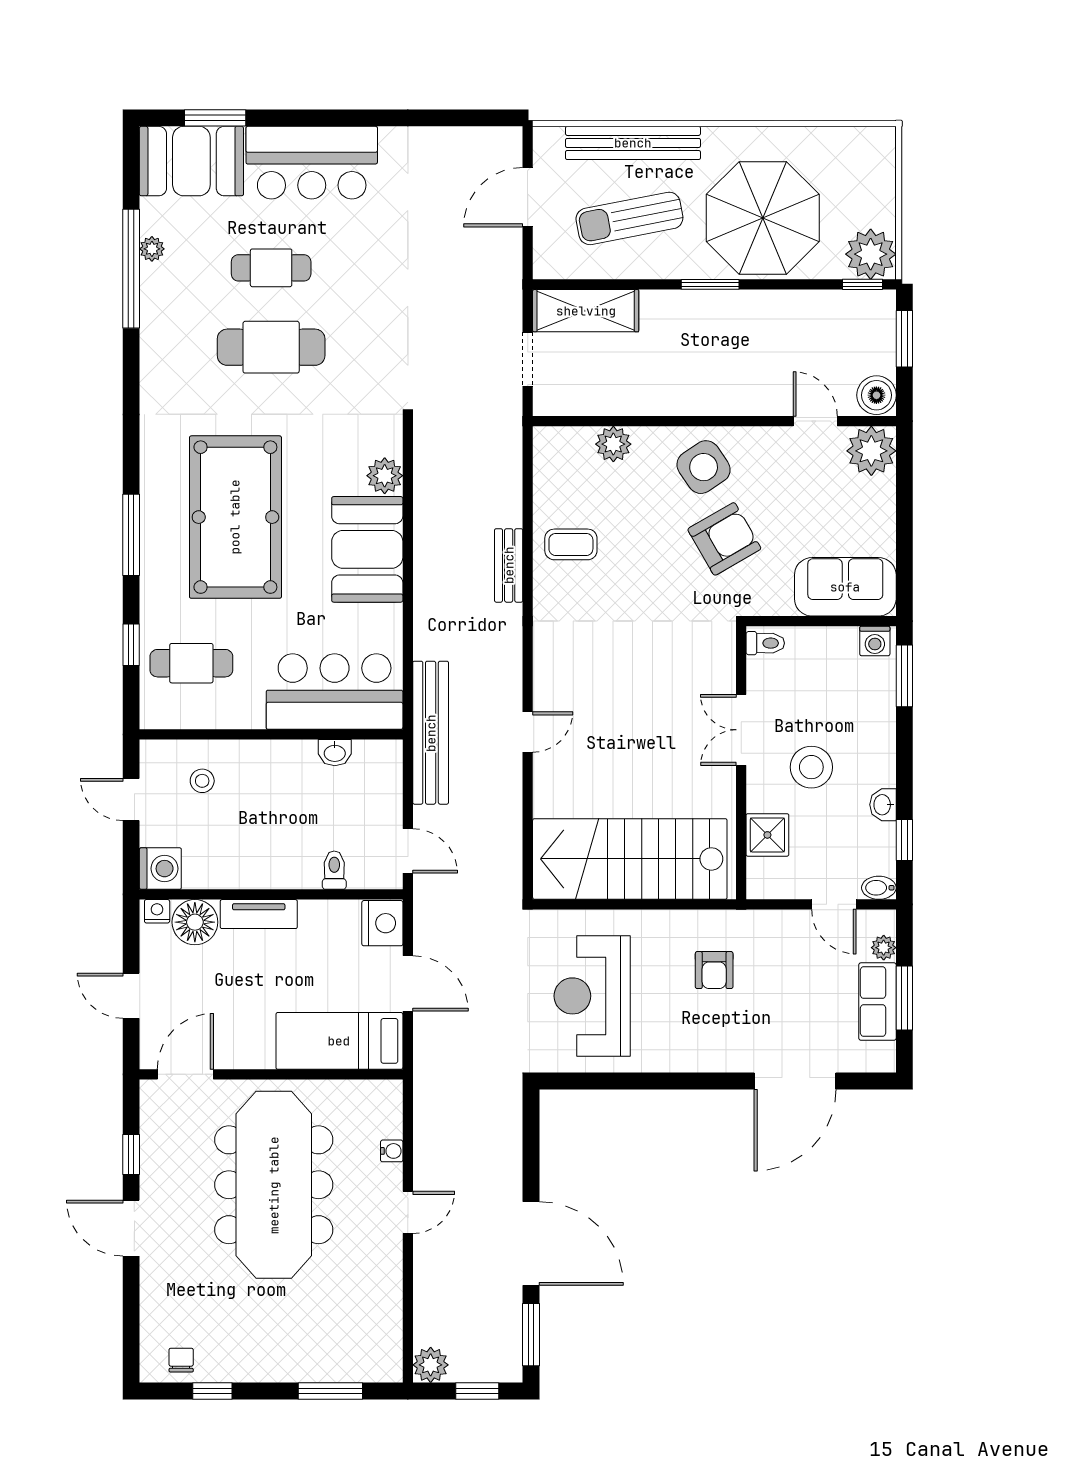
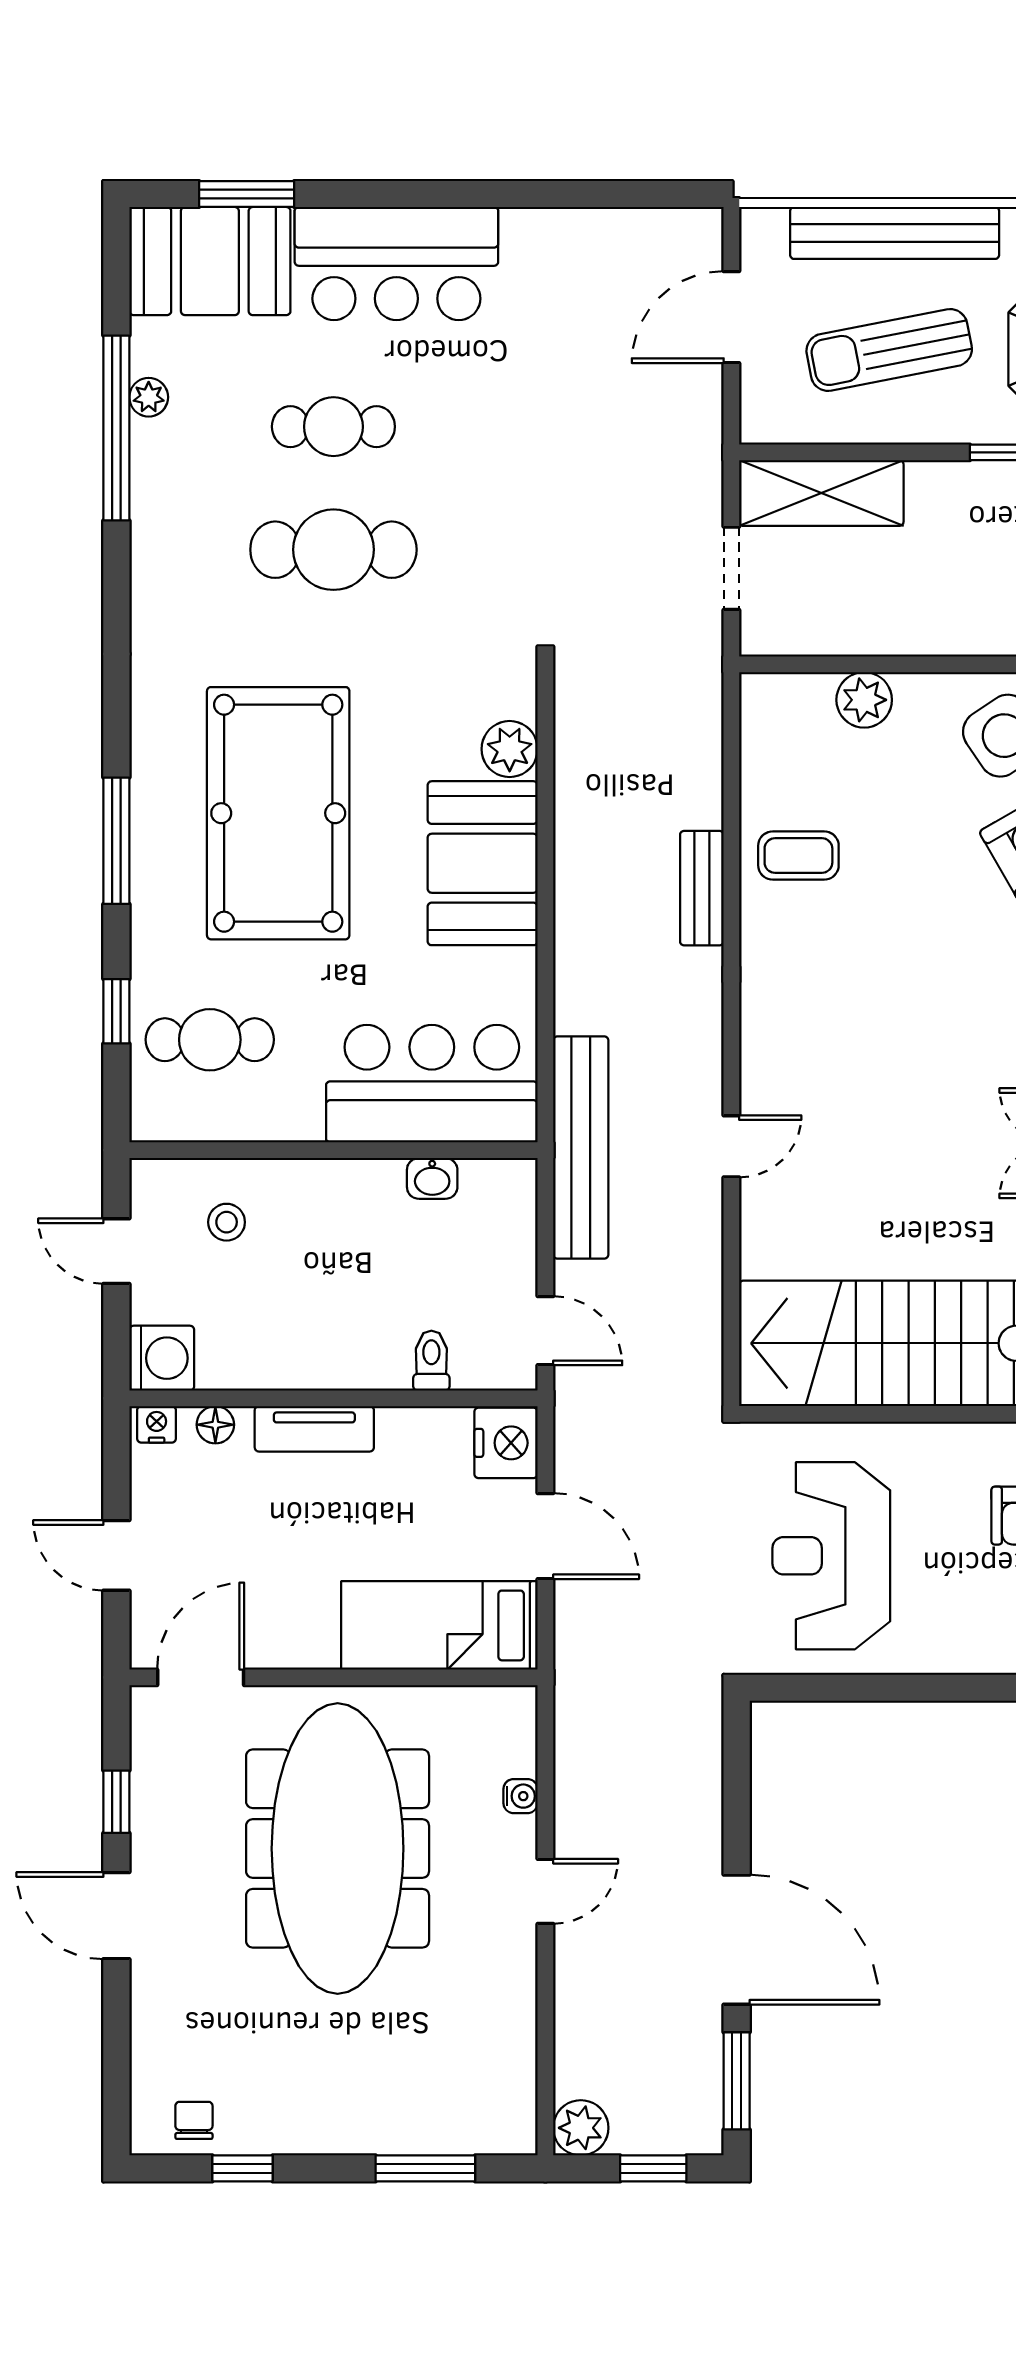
floor lamp: (195, 922) -> (215, 1425), width x0.53, depth x0.53

